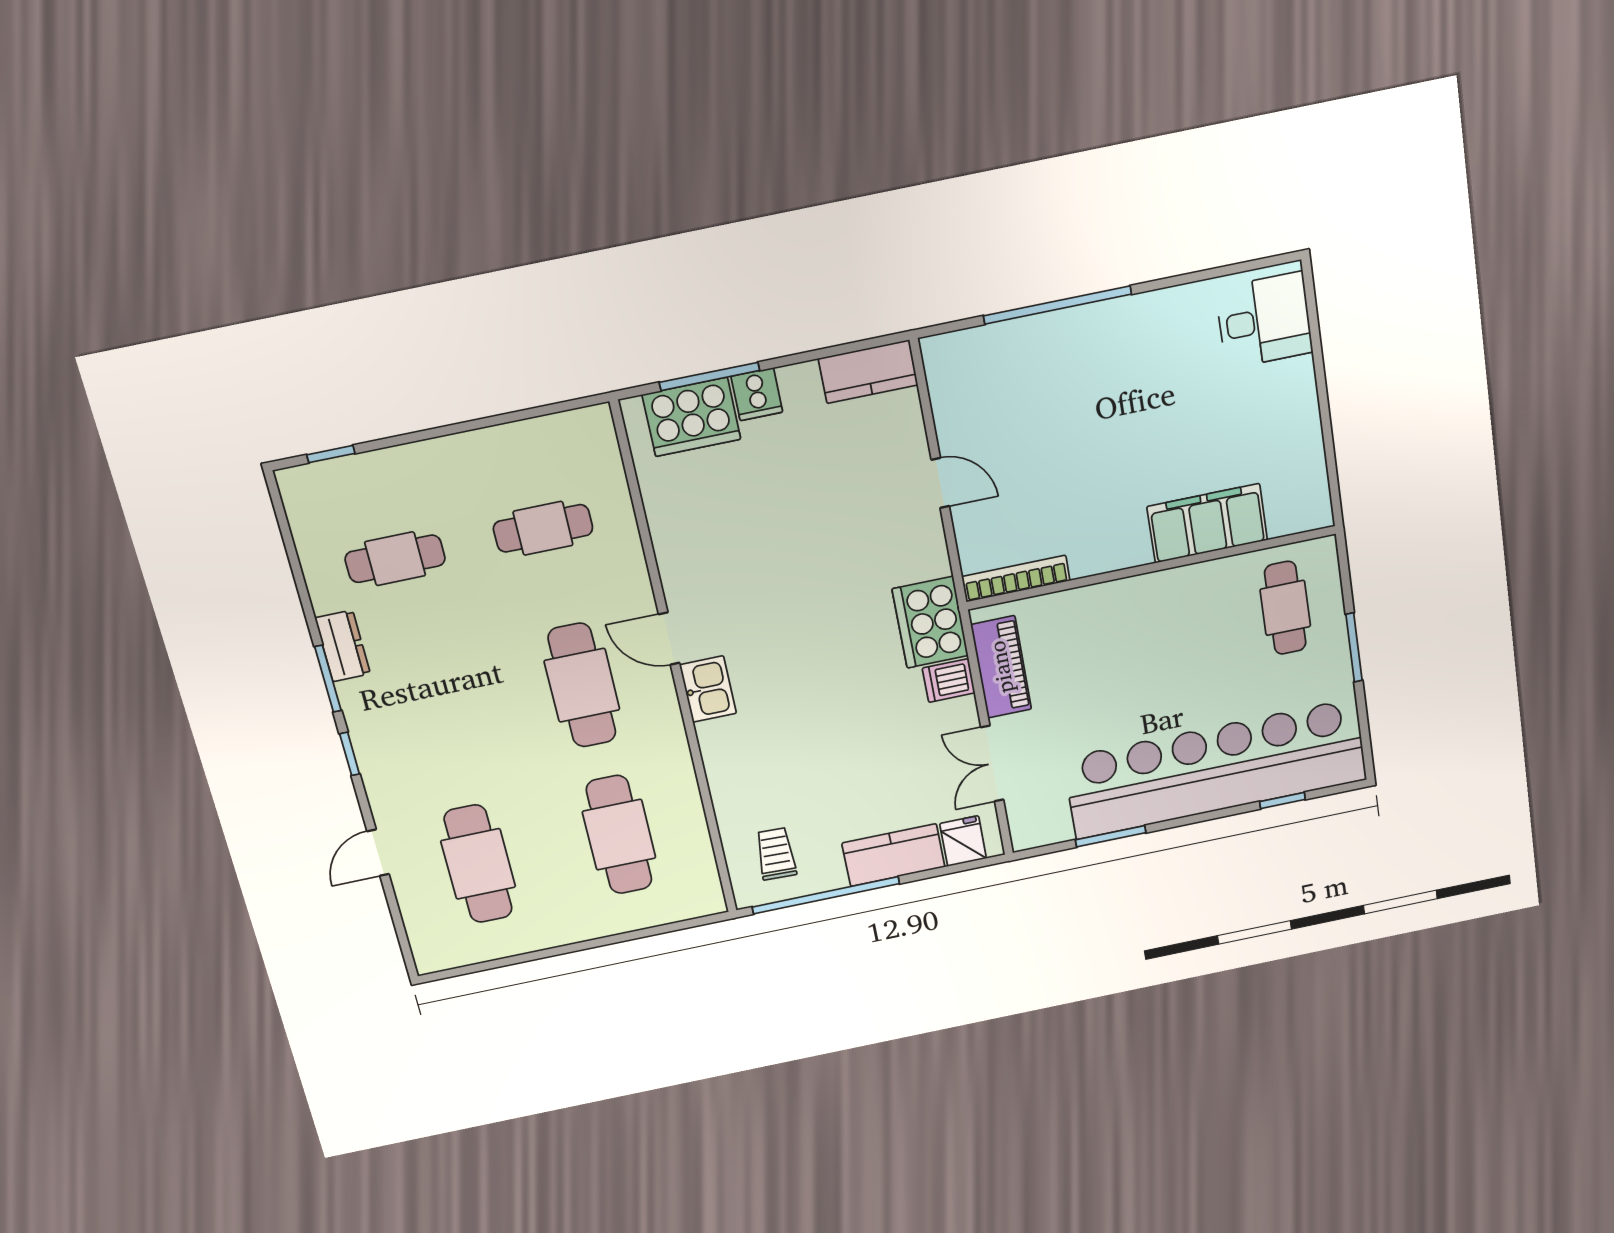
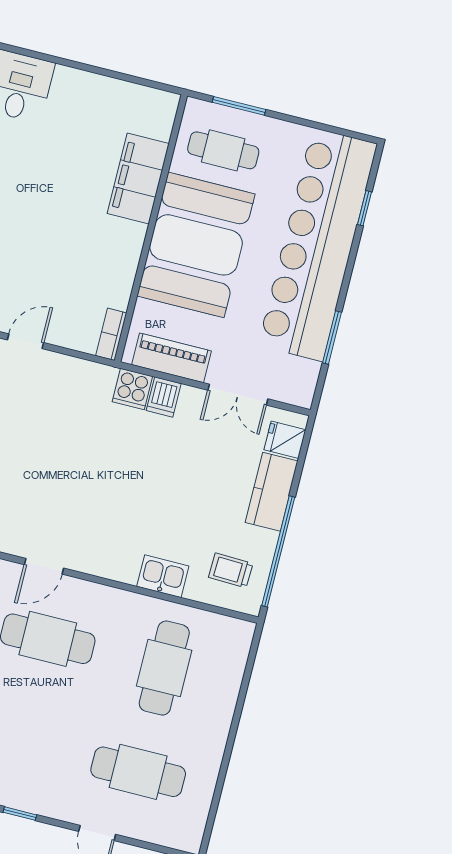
bookcase: (1016, 579) -> (111, 334), width x0.64
cooker: (930, 622) -> (132, 389), width x0.53, depth x0.76
booth: (1154, 631) -> (196, 245), added
window: (1354, 647) -> (239, 106), moved
kitchen sink: (708, 689) -> (163, 576), moved
cafe table: (619, 835) -> (164, 668), turned 90

